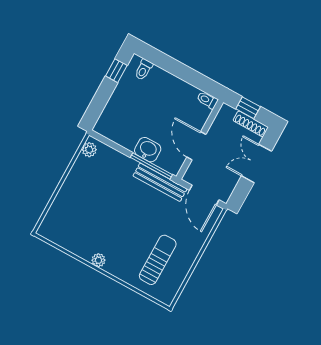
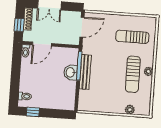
door: (196, 146) -> (42, 44), moved
plant: (89, 150) -> (130, 110), moved
bench: (160, 182) -> (85, 72), moved
sun lounger: (105, 236) -> (133, 74), added

